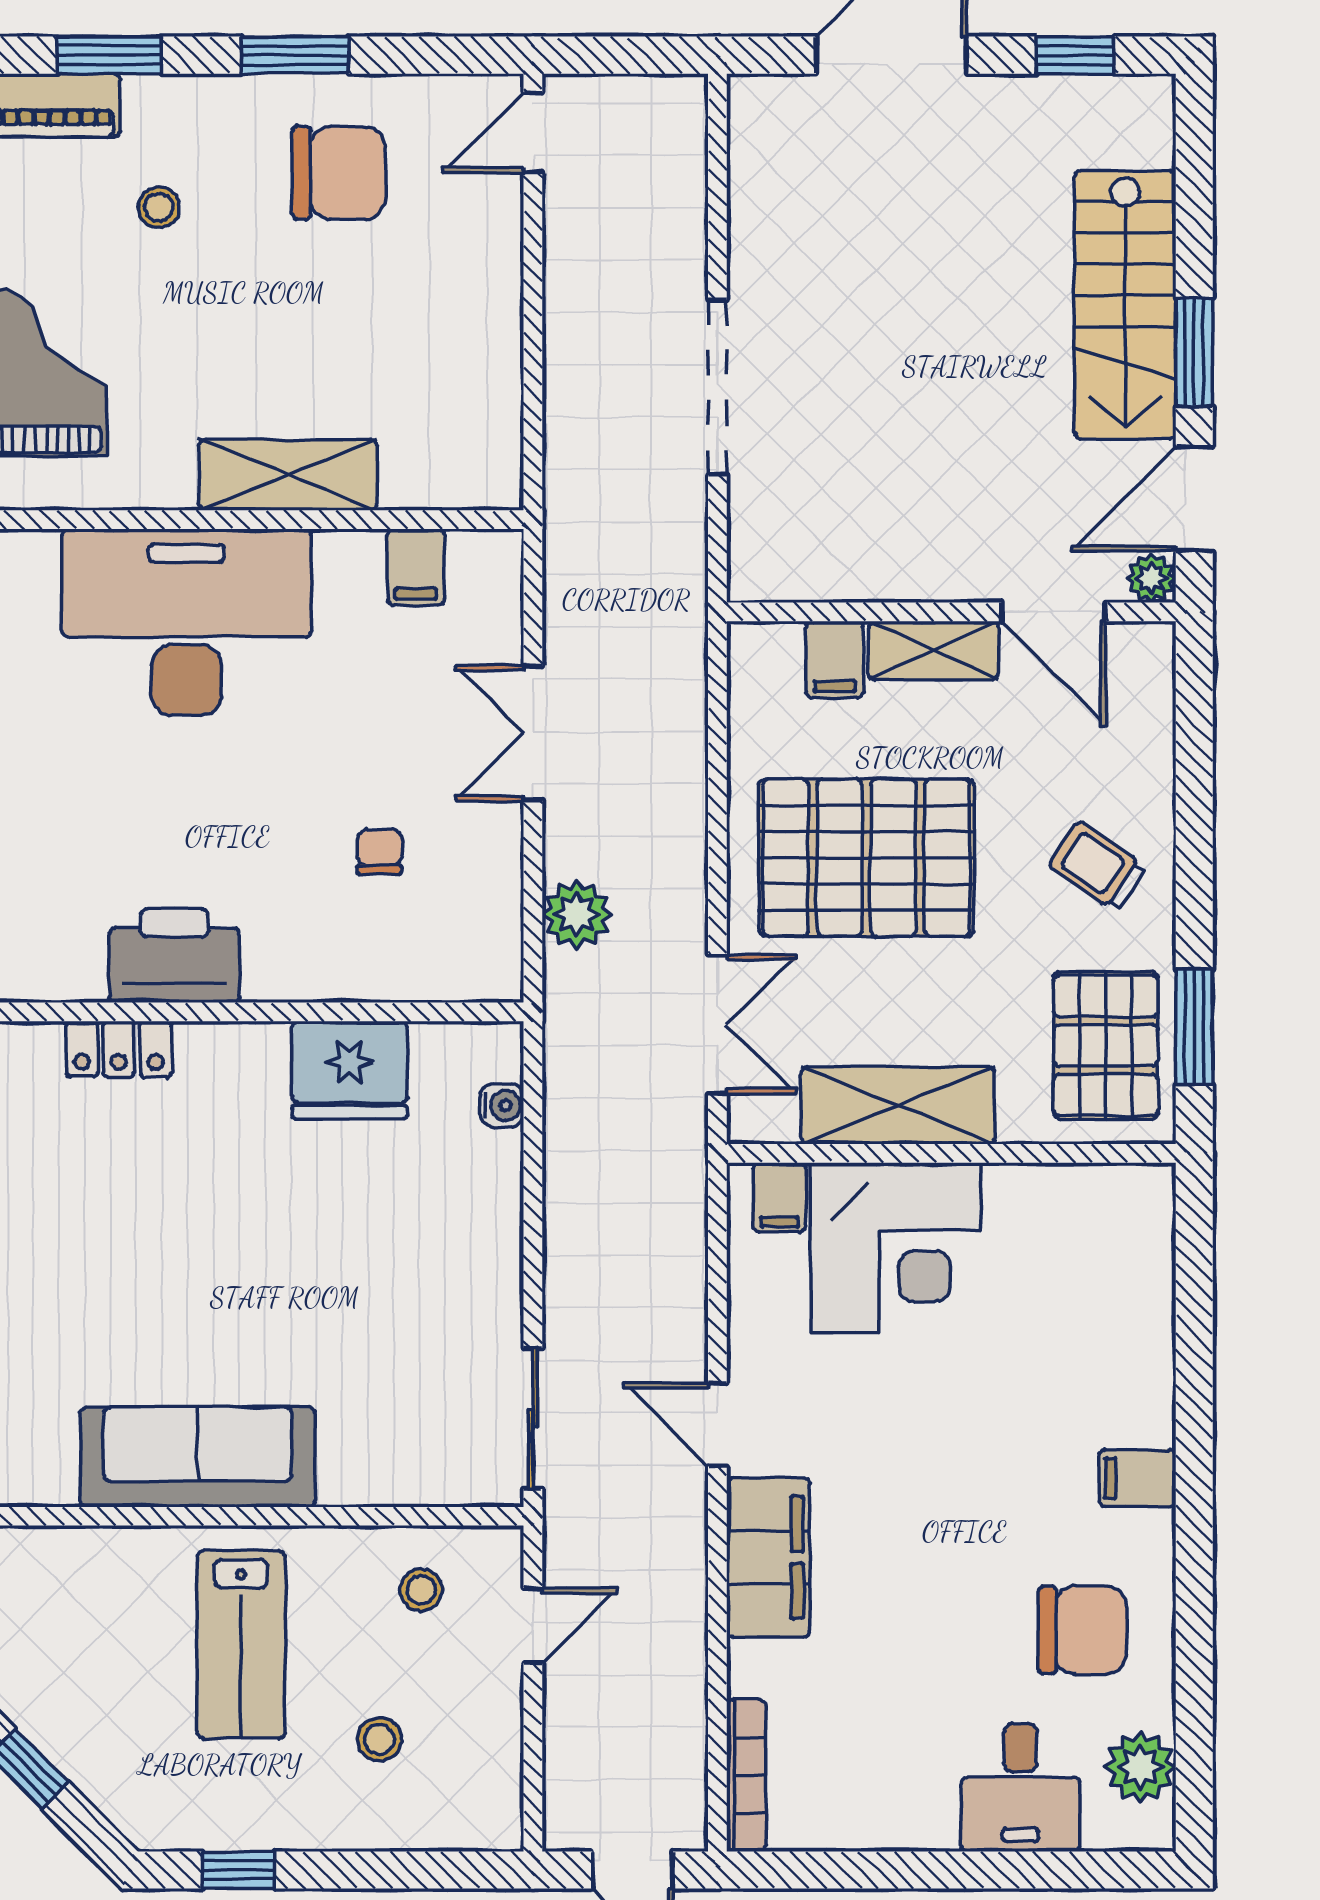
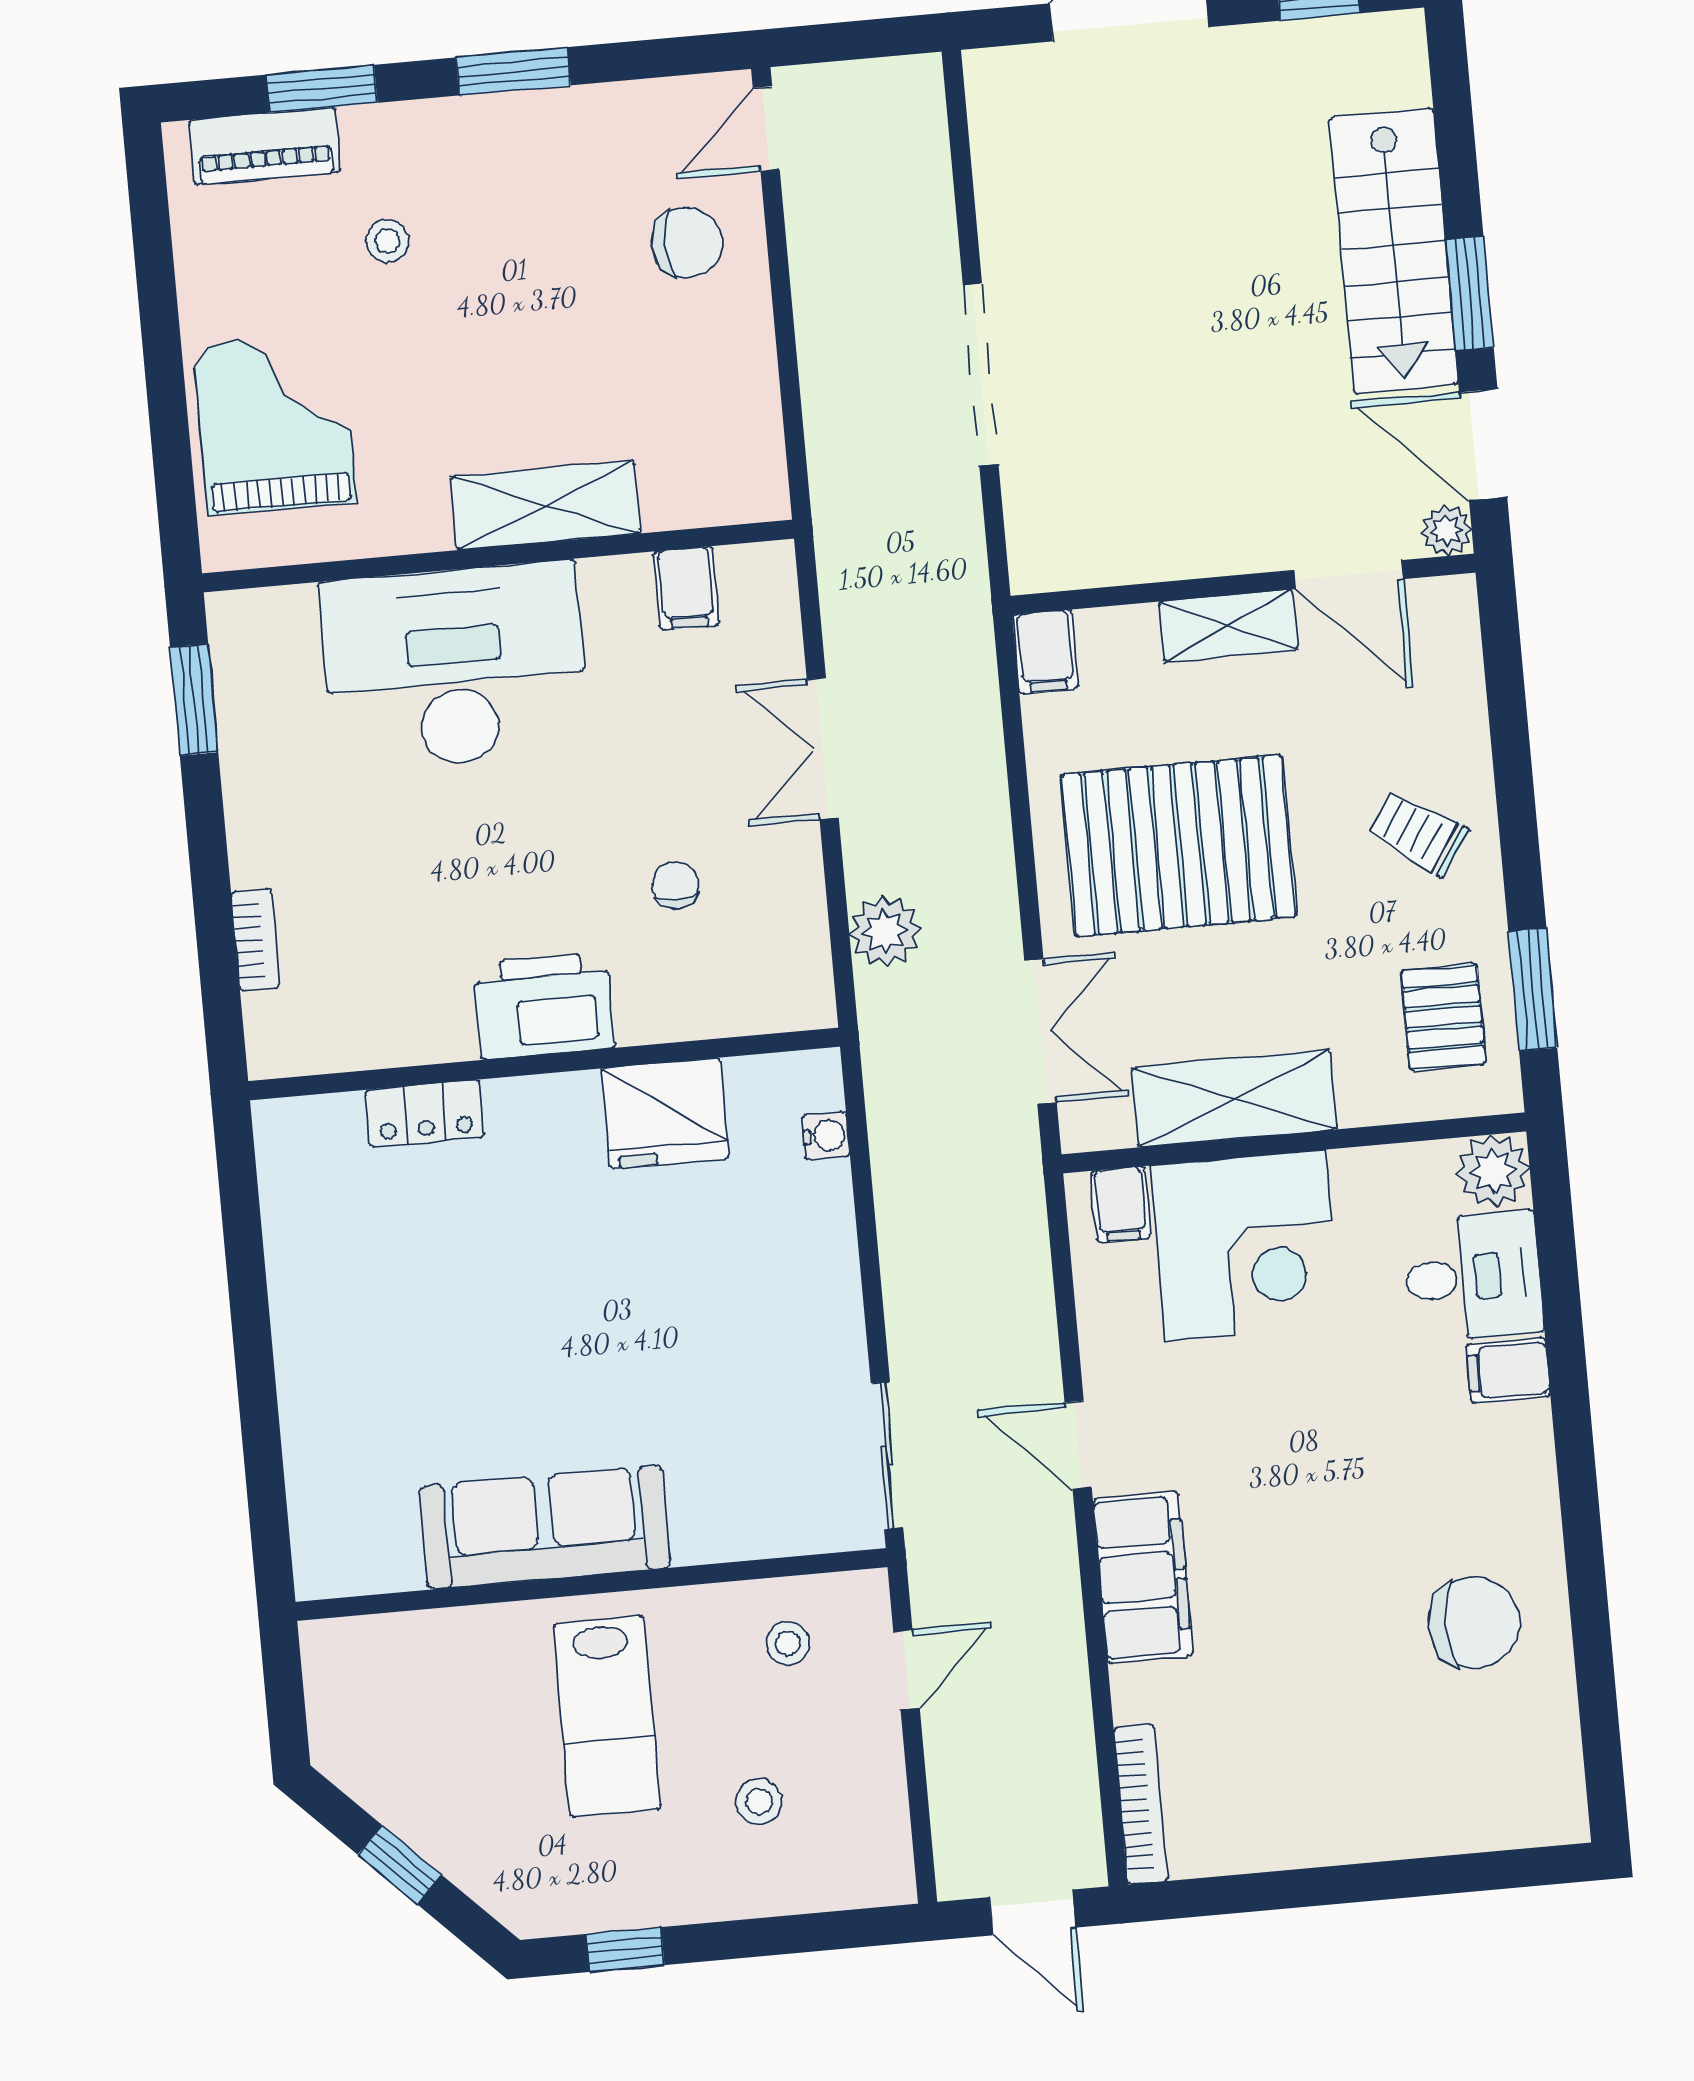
chair: (339, 173) -> (687, 243), moved, width x0.73, depth x0.73
door: (1194, 499) -> (1483, 445), hinge flipped
filing cabinet: (835, 659) -> (1045, 652), moved
printer: (175, 956) -> (544, 1006), moved
pallet: (1106, 1045) -> (1443, 1017), width x0.67, depth x0.71
filing cabinet: (1137, 1478) -> (1508, 1371), moved
plant: (1140, 1767) -> (1493, 1171), moved
desk: (1020, 1787) -> (1473, 1277), moved, turned -90

